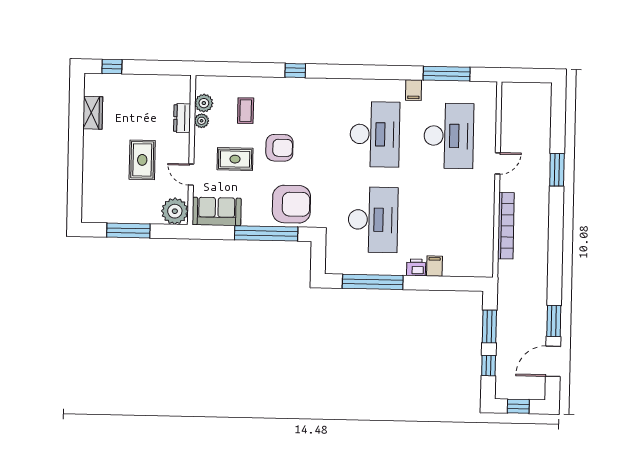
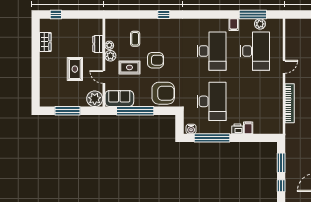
plant: (458, 90) -> (260, 24), added
plant: (204, 103) -> (110, 56), moved
window: (266, 233) -> (135, 111), moved
water cooler: (337, 266) -> (191, 129), added

